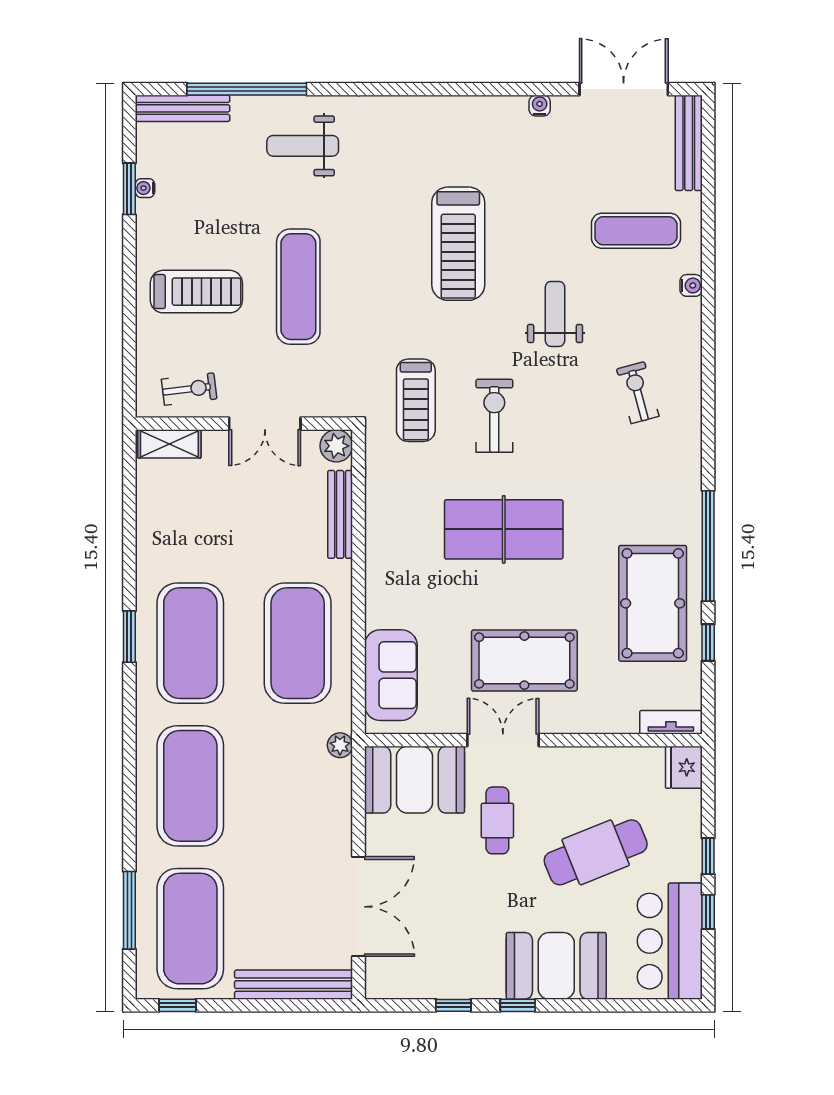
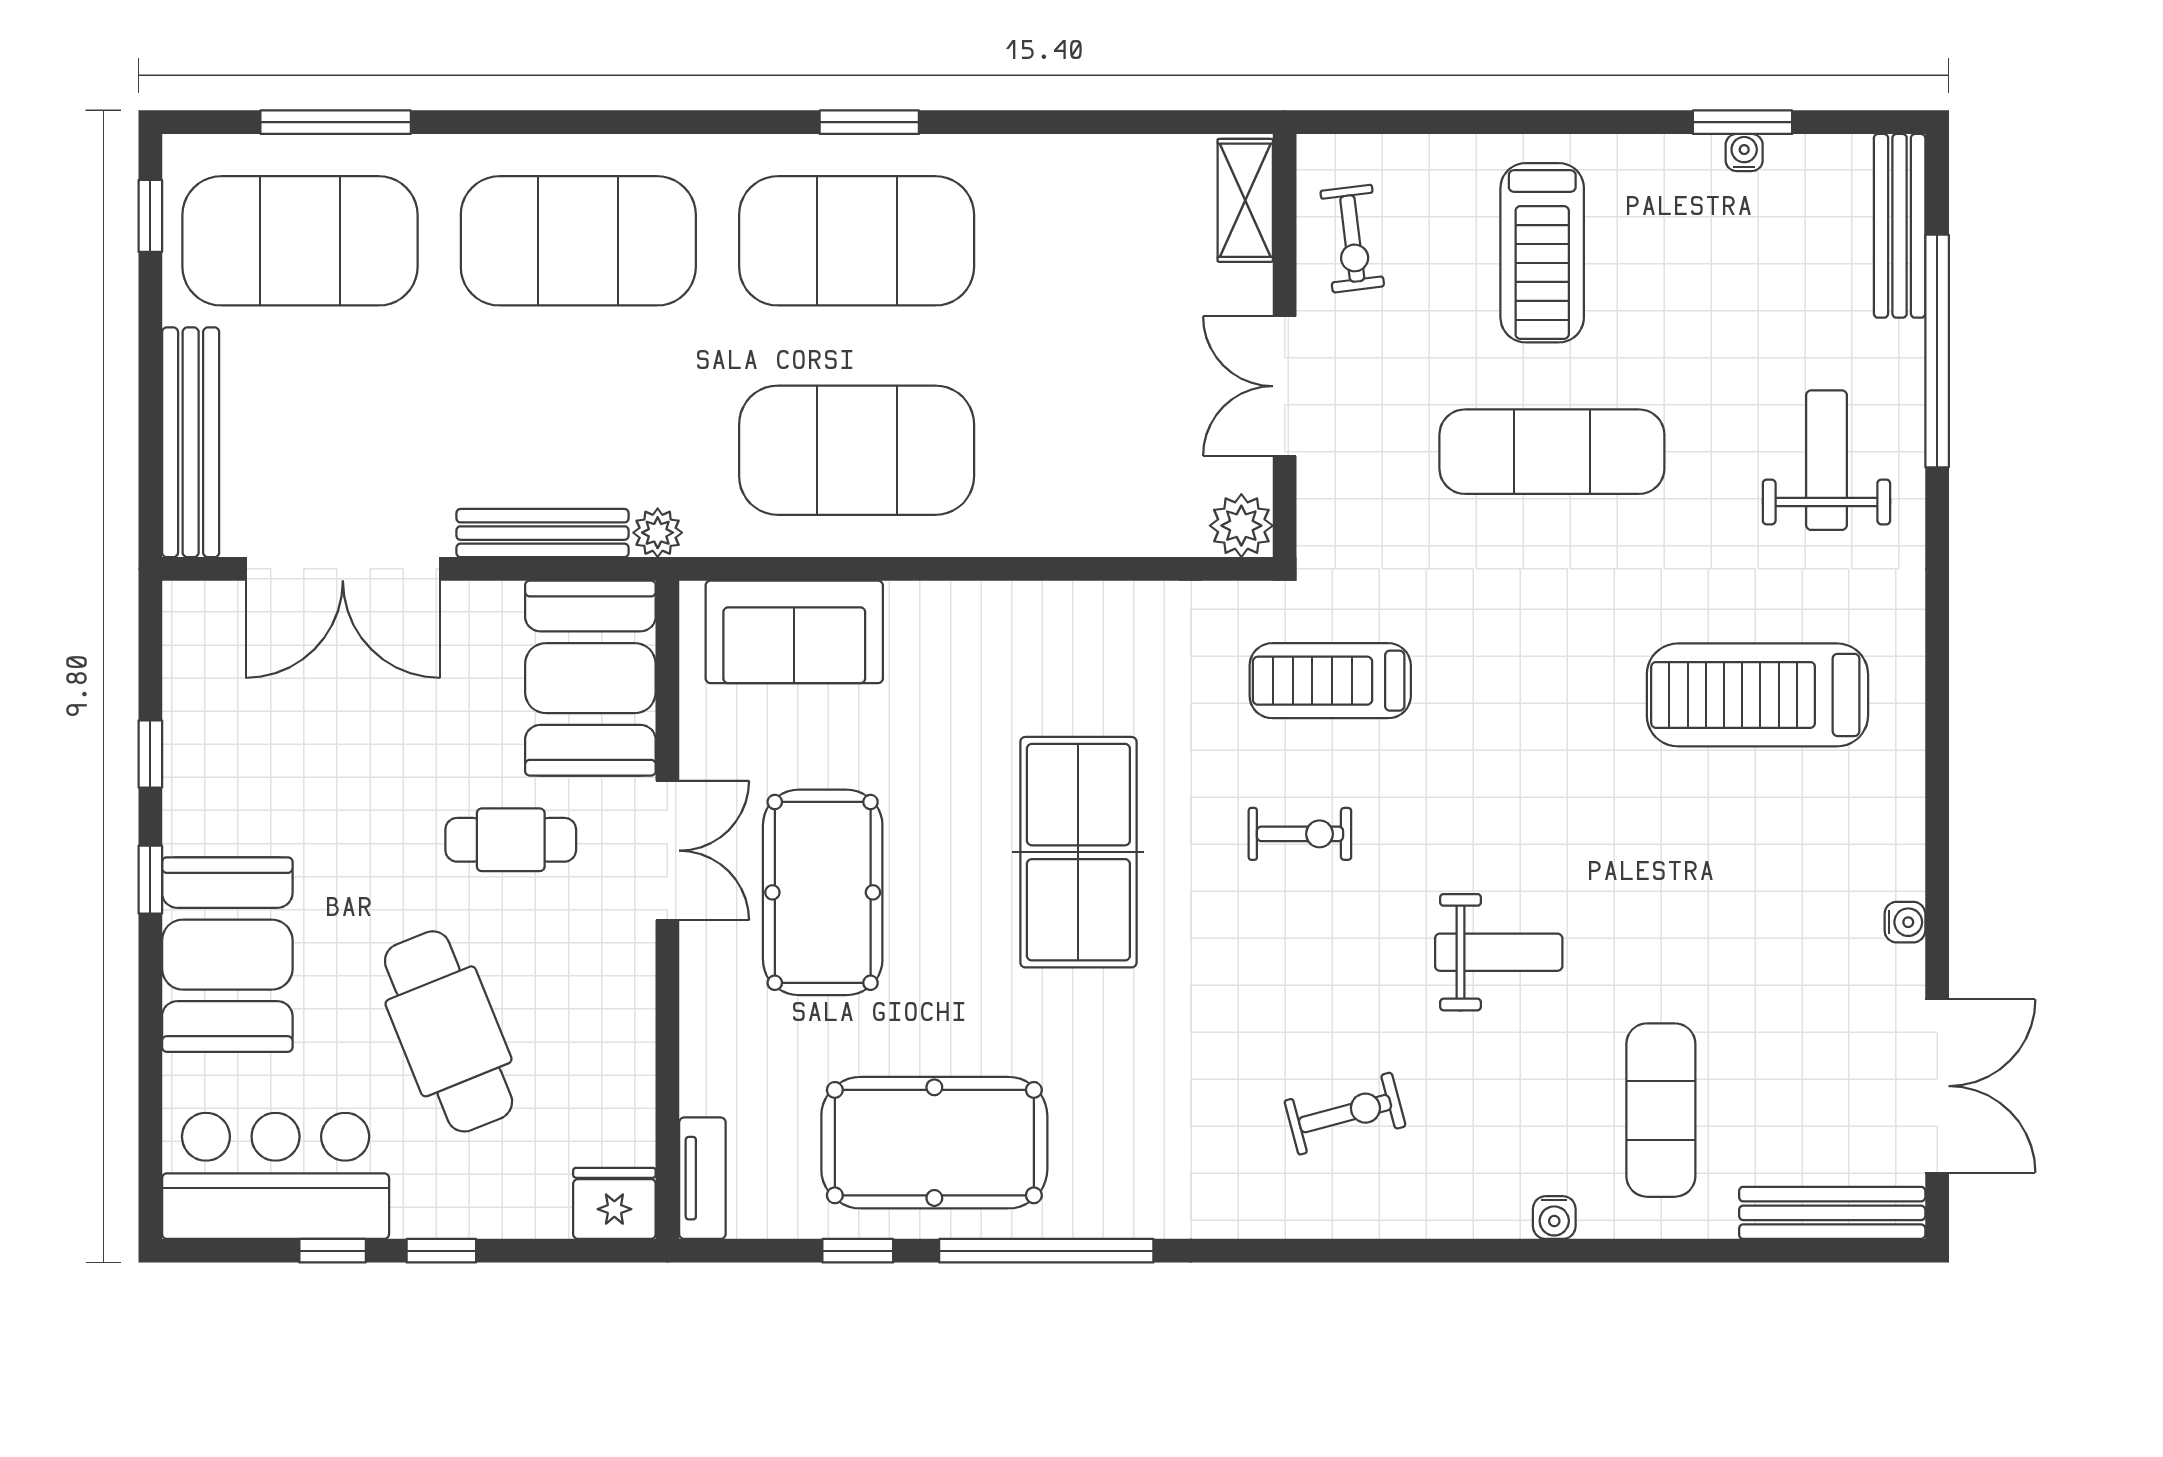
treadmill: (458, 244) -> (1757, 695), moved
exercise bike: (494, 416) -> (1300, 834), width x0.73, depth x0.72
bench: (340, 514) -> (542, 533), moved

